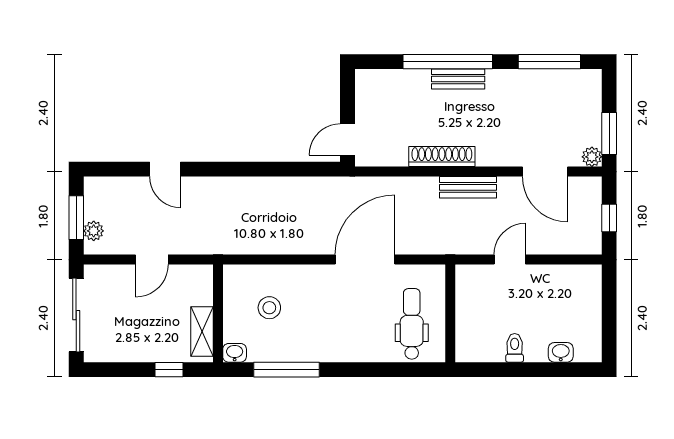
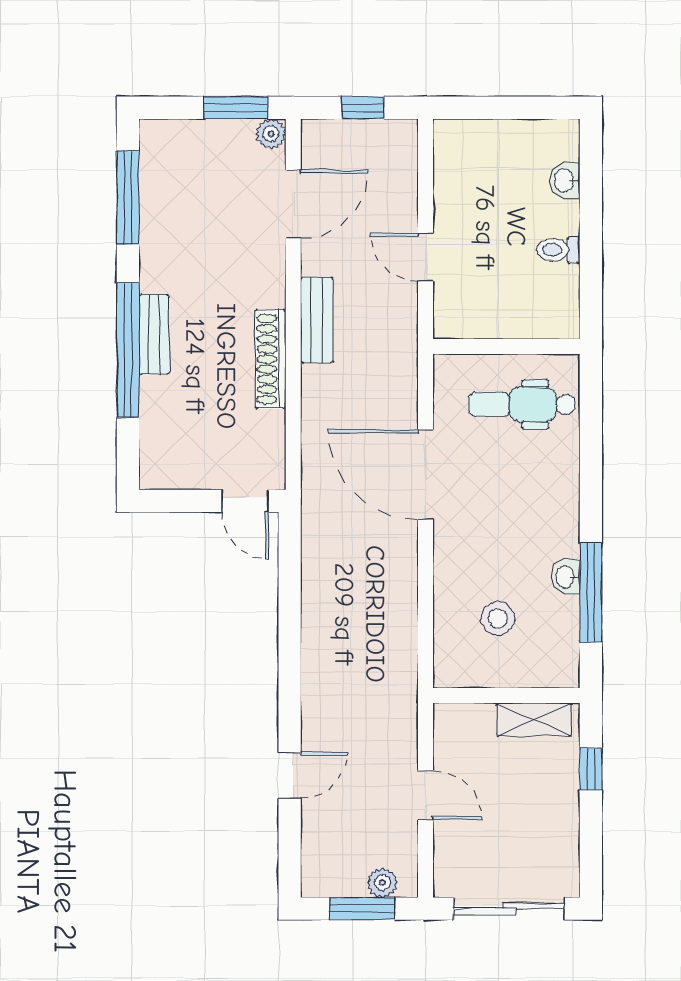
washbasin: (235, 353) -> (566, 577), moved

